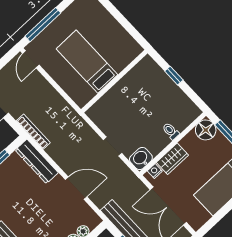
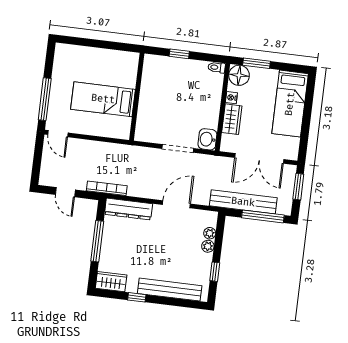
toilet: (171, 131) -> (217, 67), moved
doorway: (113, 147) -> (178, 148), width x1.38
nightstand: (155, 171) -> (231, 98), moved

